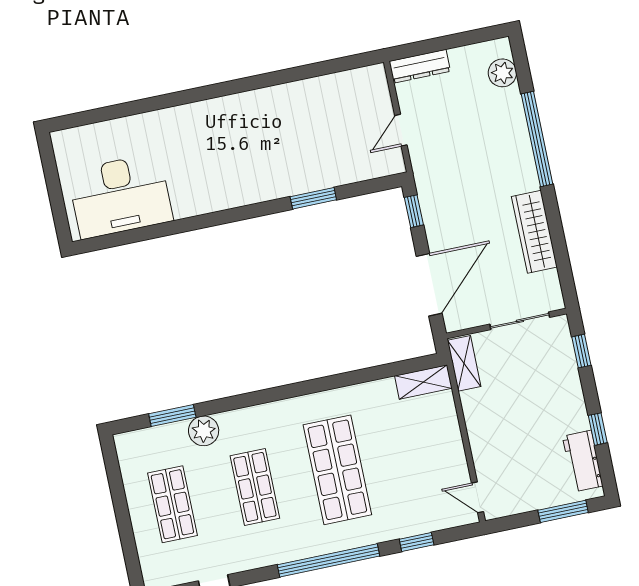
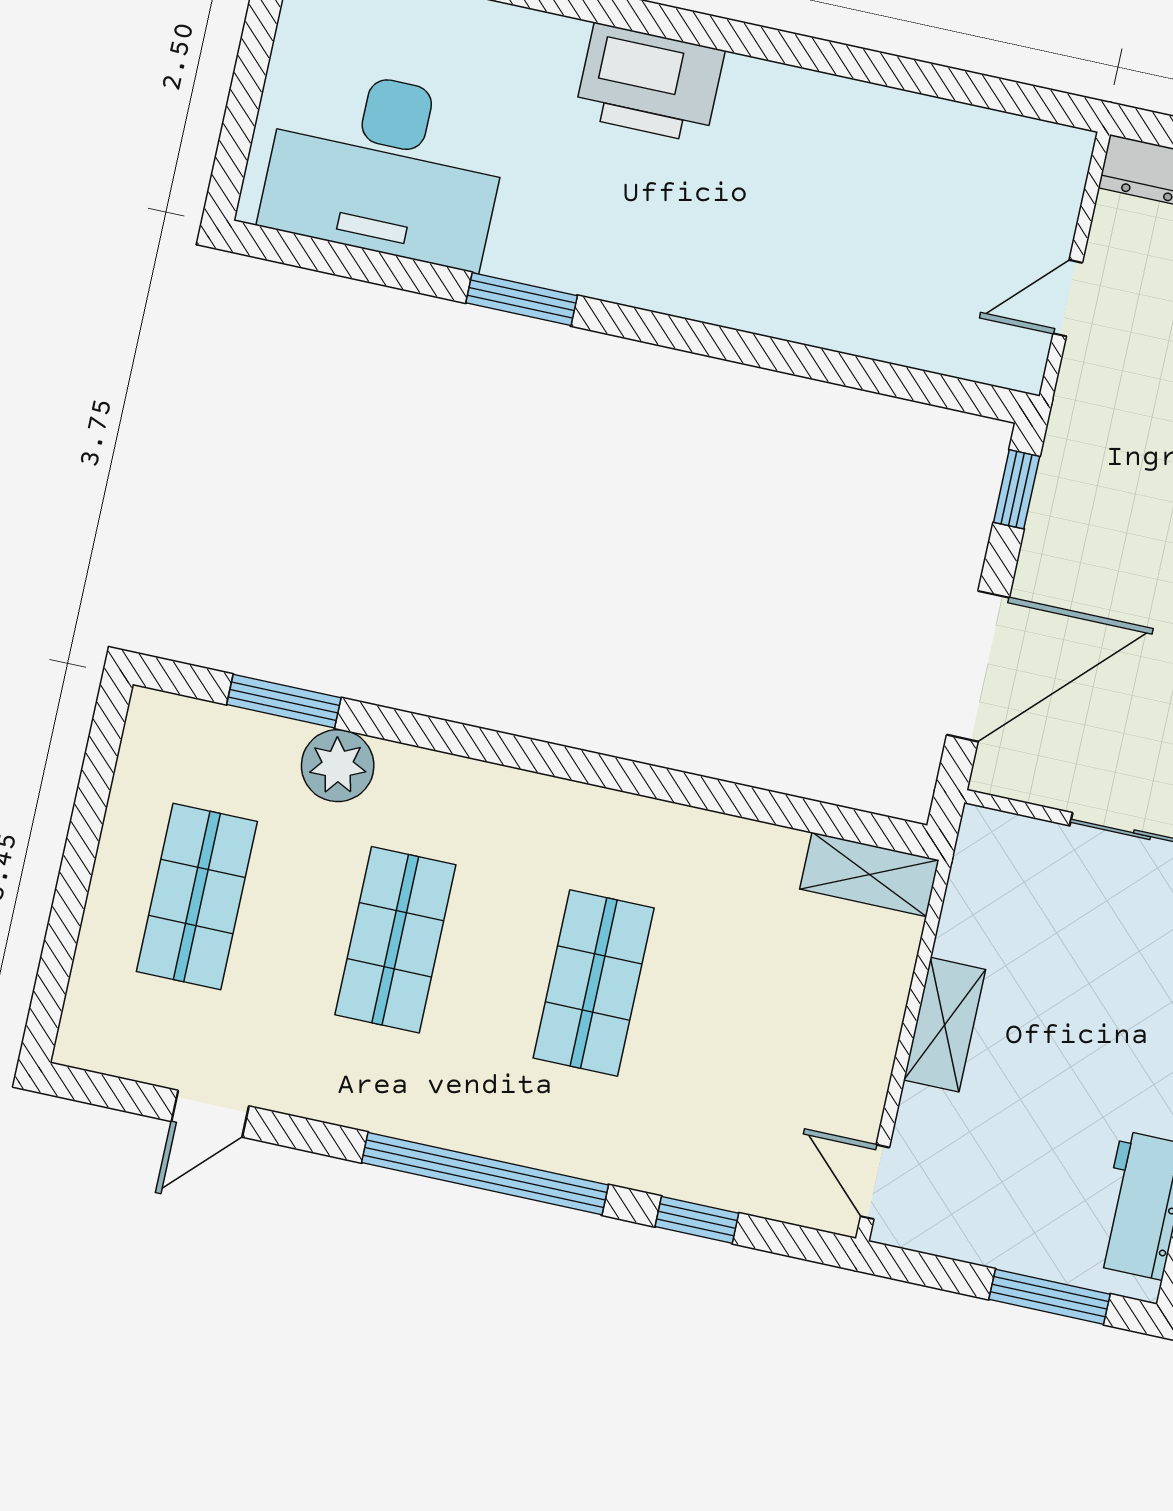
printer: (206, 120) -> (650, 83), added
window: (313, 198) -> (522, 299), moved
shelving: (464, 363) -> (945, 1025), moved
shop shelf: (337, 470) -> (594, 983), width x0.70, depth x0.74

